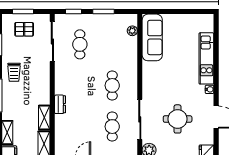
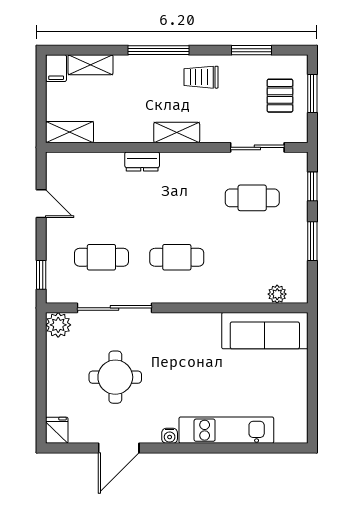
sliding door: (52, 42) -> (257, 147), width x0.73
shelving: (44, 118) -> (177, 133), moved

